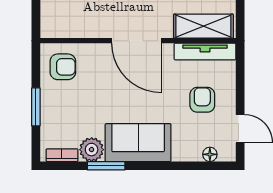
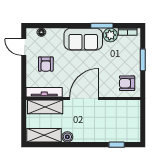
door: (136, 41) -> (84, 99), hinge flipped

